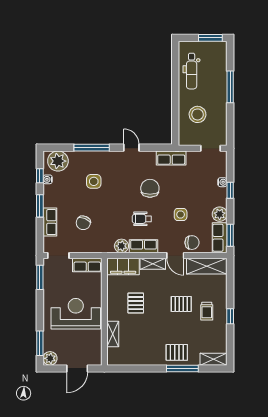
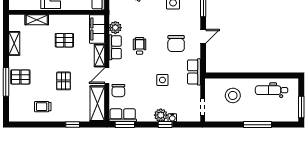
chair: (150, 188) -> (176, 44), moved, turned 90
side table: (181, 214) -> (162, 80), moved
plant: (220, 214) -> (161, 115), moved
trolley: (207, 311) -> (43, 107), moved
window: (230, 316) -> (73, 125), moved
pallet: (177, 352) -> (20, 77), turned 90
shelving: (214, 359) -> (14, 43), moved

